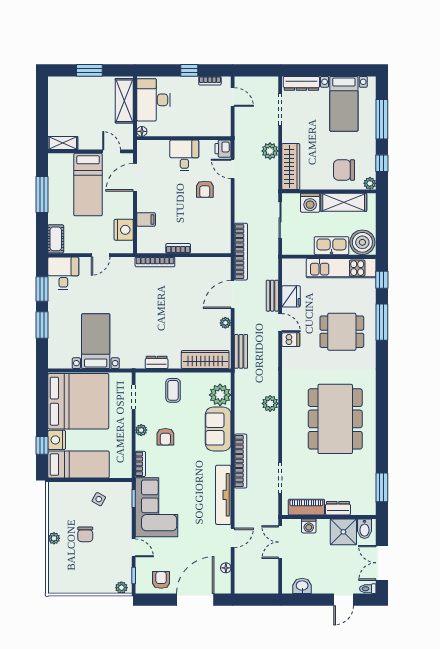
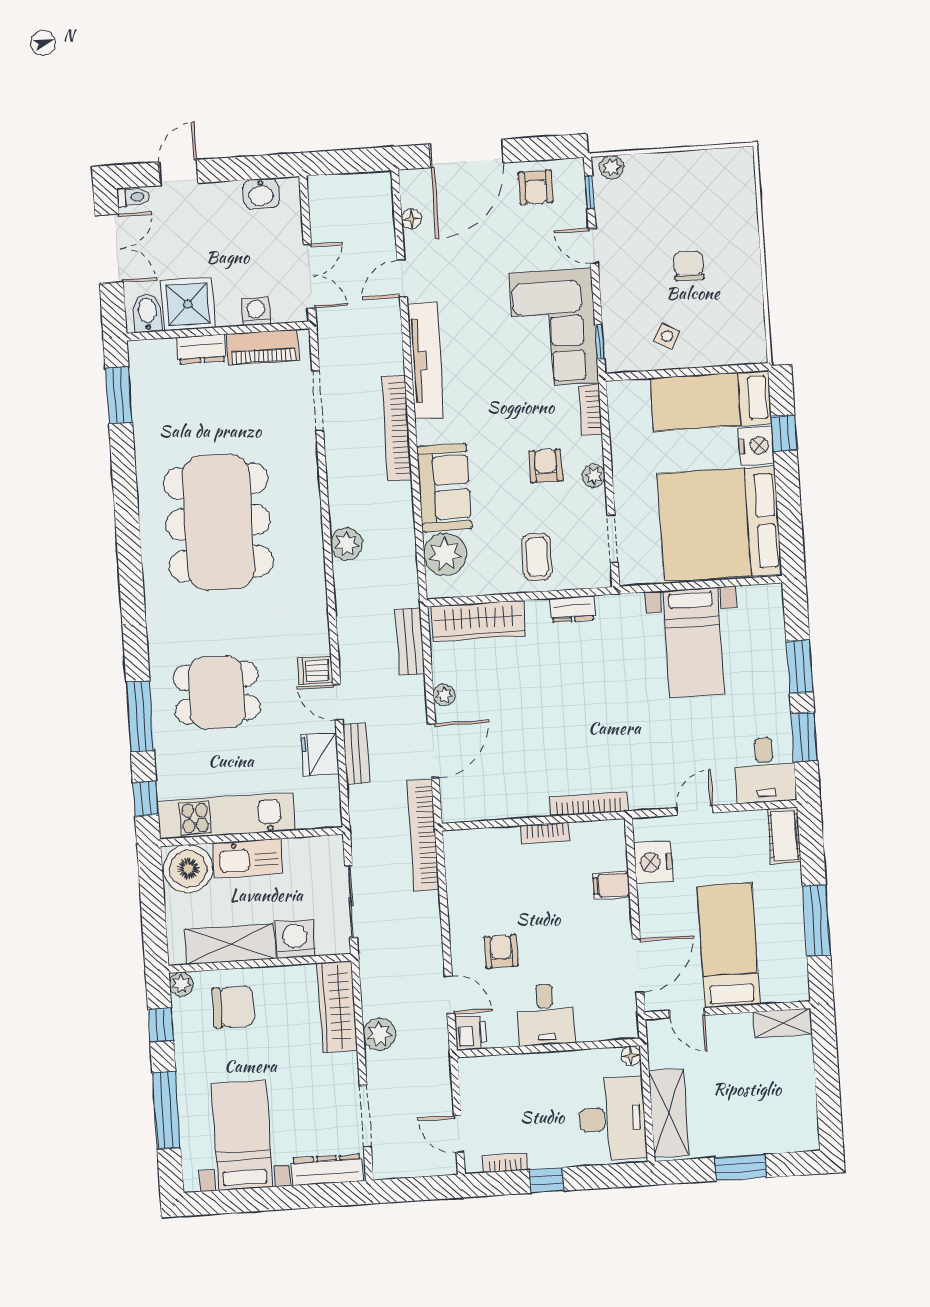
plant: (54, 538) -> (749, 254), removed

